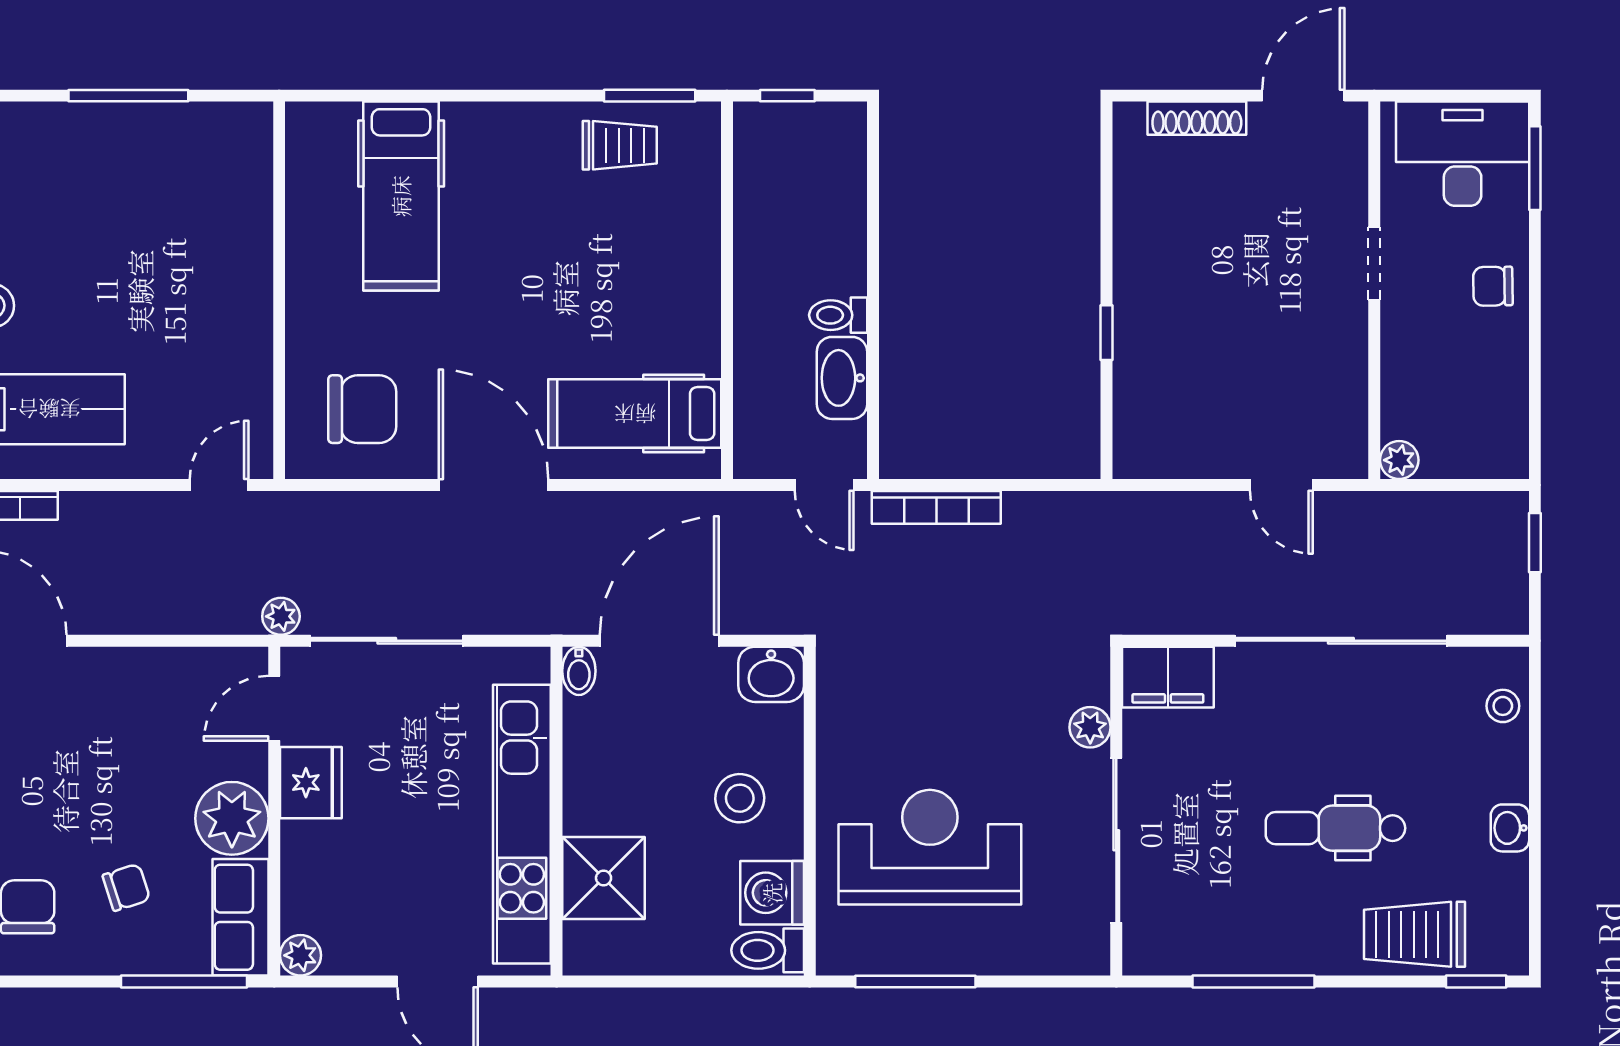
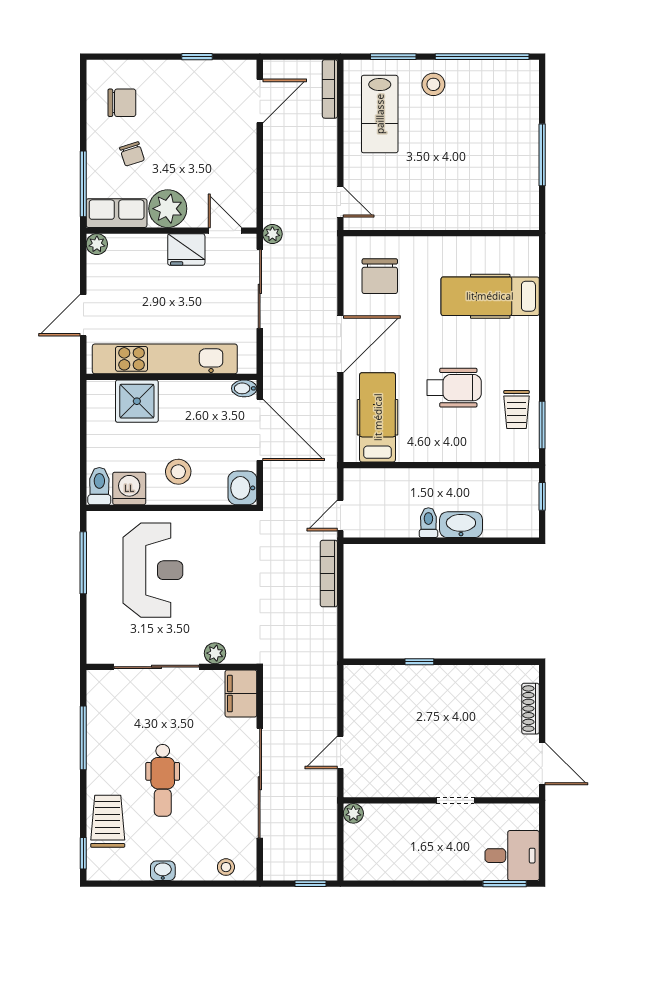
desk: (1463, 154) -> (512, 856), width x0.73
wheelchair: (577, 266) -> (454, 388), added
chair: (1493, 286) -> (443, 862), removed
washbasin: (842, 378) -> (461, 525), moved
dental chair: (1335, 828) -> (163, 780), turned 180

